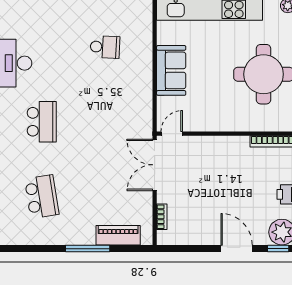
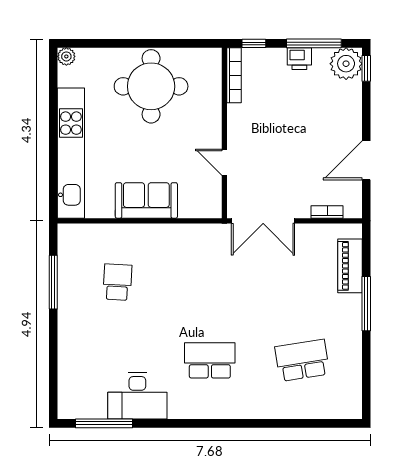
door: (172, 134) -> (224, 162), moved
door: (237, 249) -> (366, 160), moved

